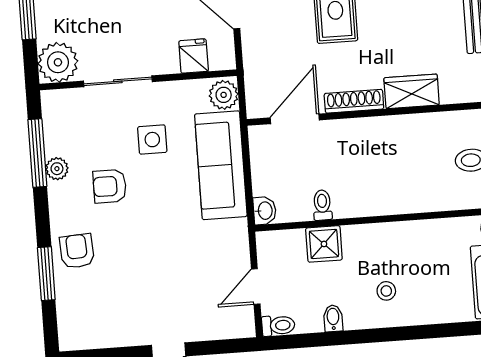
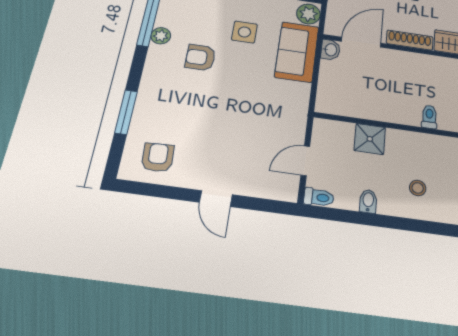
sofa: (221, 165) -> (297, 52), width x0.73
toilet: (322, 205) -> (429, 117), moved
washbasin: (265, 211) -> (330, 50), moved
armchair: (77, 251) -> (158, 157), moved

